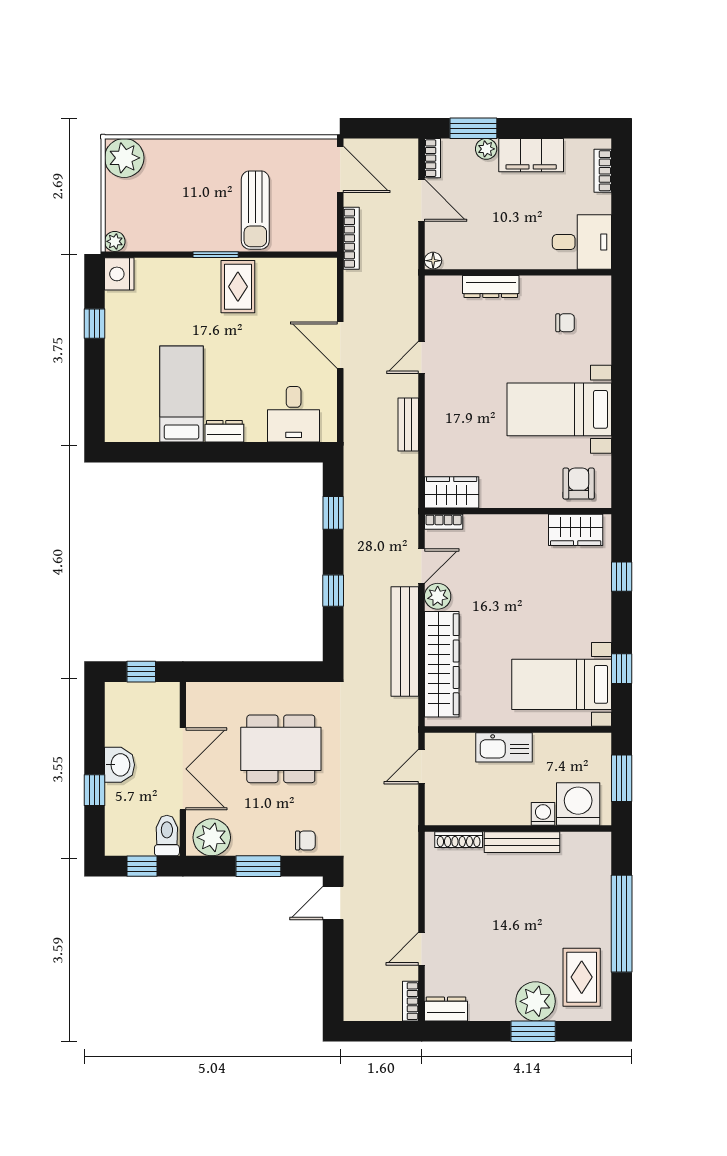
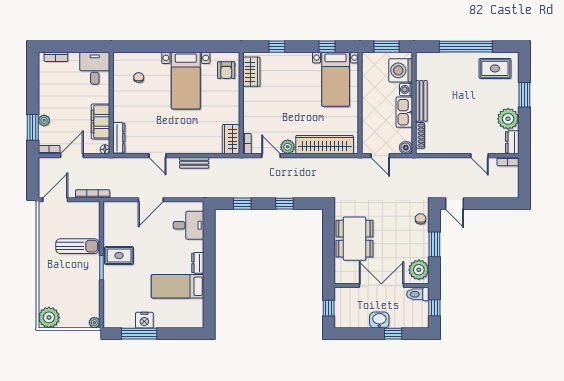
filing cabinet: (531, 155) -> (100, 122), moved, turned 180
nightstand: (119, 274) -> (144, 320), moved
dresser: (491, 287) -> (119, 138), moved
window: (94, 324) -> (139, 334), width x2.17
armchair: (579, 484) -> (226, 70), turned -90
bench: (405, 641) -> (312, 165), removed
kitchen sink: (504, 747) -> (404, 112), moved, turned 180
dining table: (281, 749) -> (354, 239), moved
boiler: (436, 813) -> (406, 148), added
plant: (536, 1001) -> (508, 119), moved

